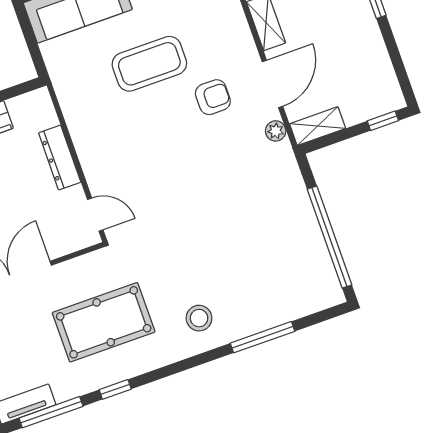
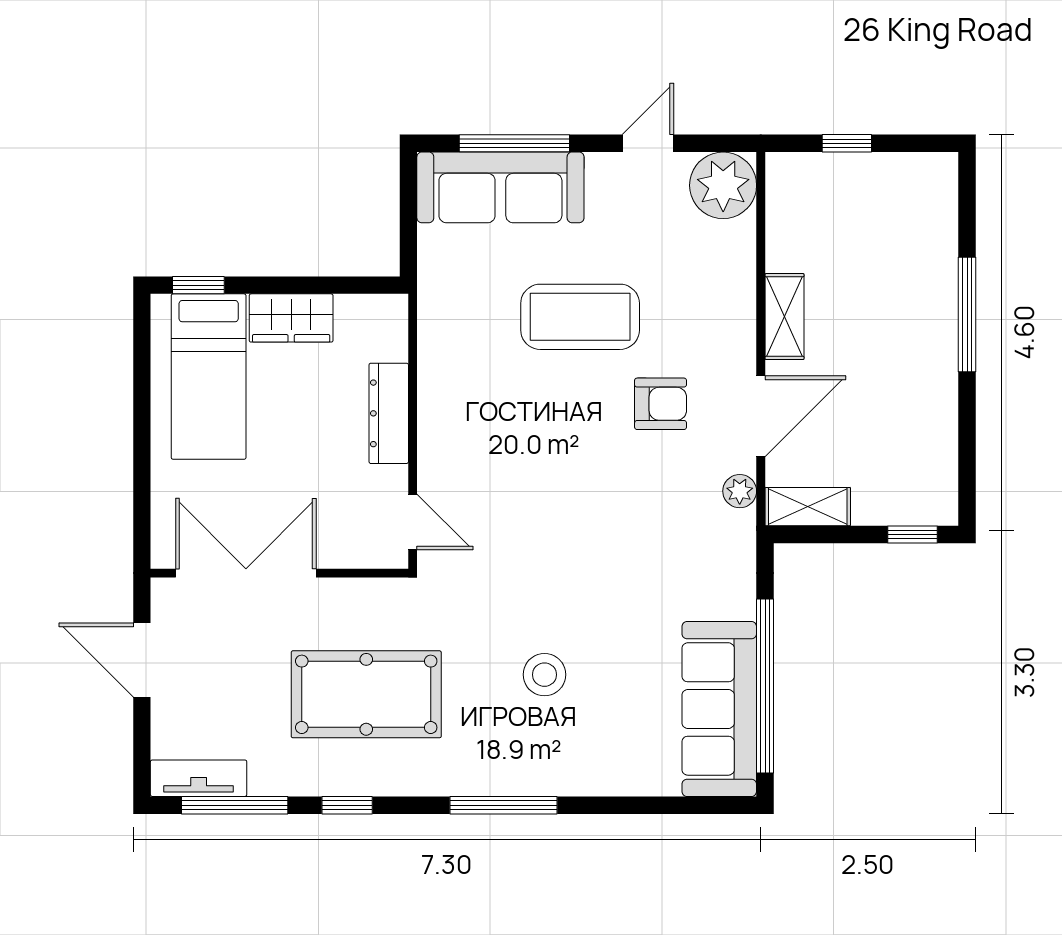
sofa: (308, 259) -> (719, 709), added
stool: (199, 318) -> (544, 675), moved
window: (262, 337) -> (504, 805), moved

